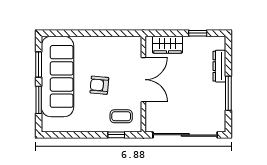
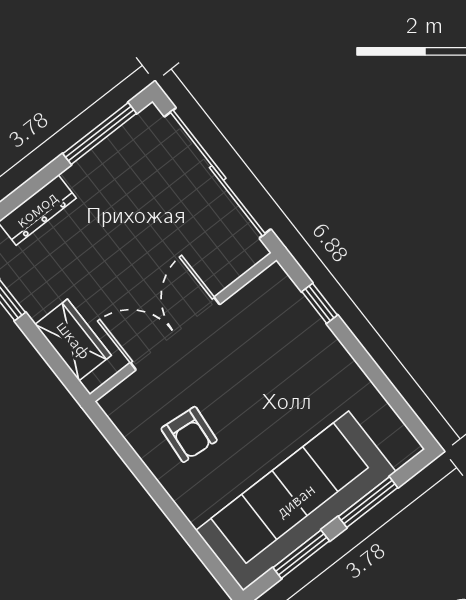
armchair: (99, 85) -> (189, 434), moved
window: (228, 93) -> (100, 133), moved
coffee table: (121, 116) -> (277, 322), removed

